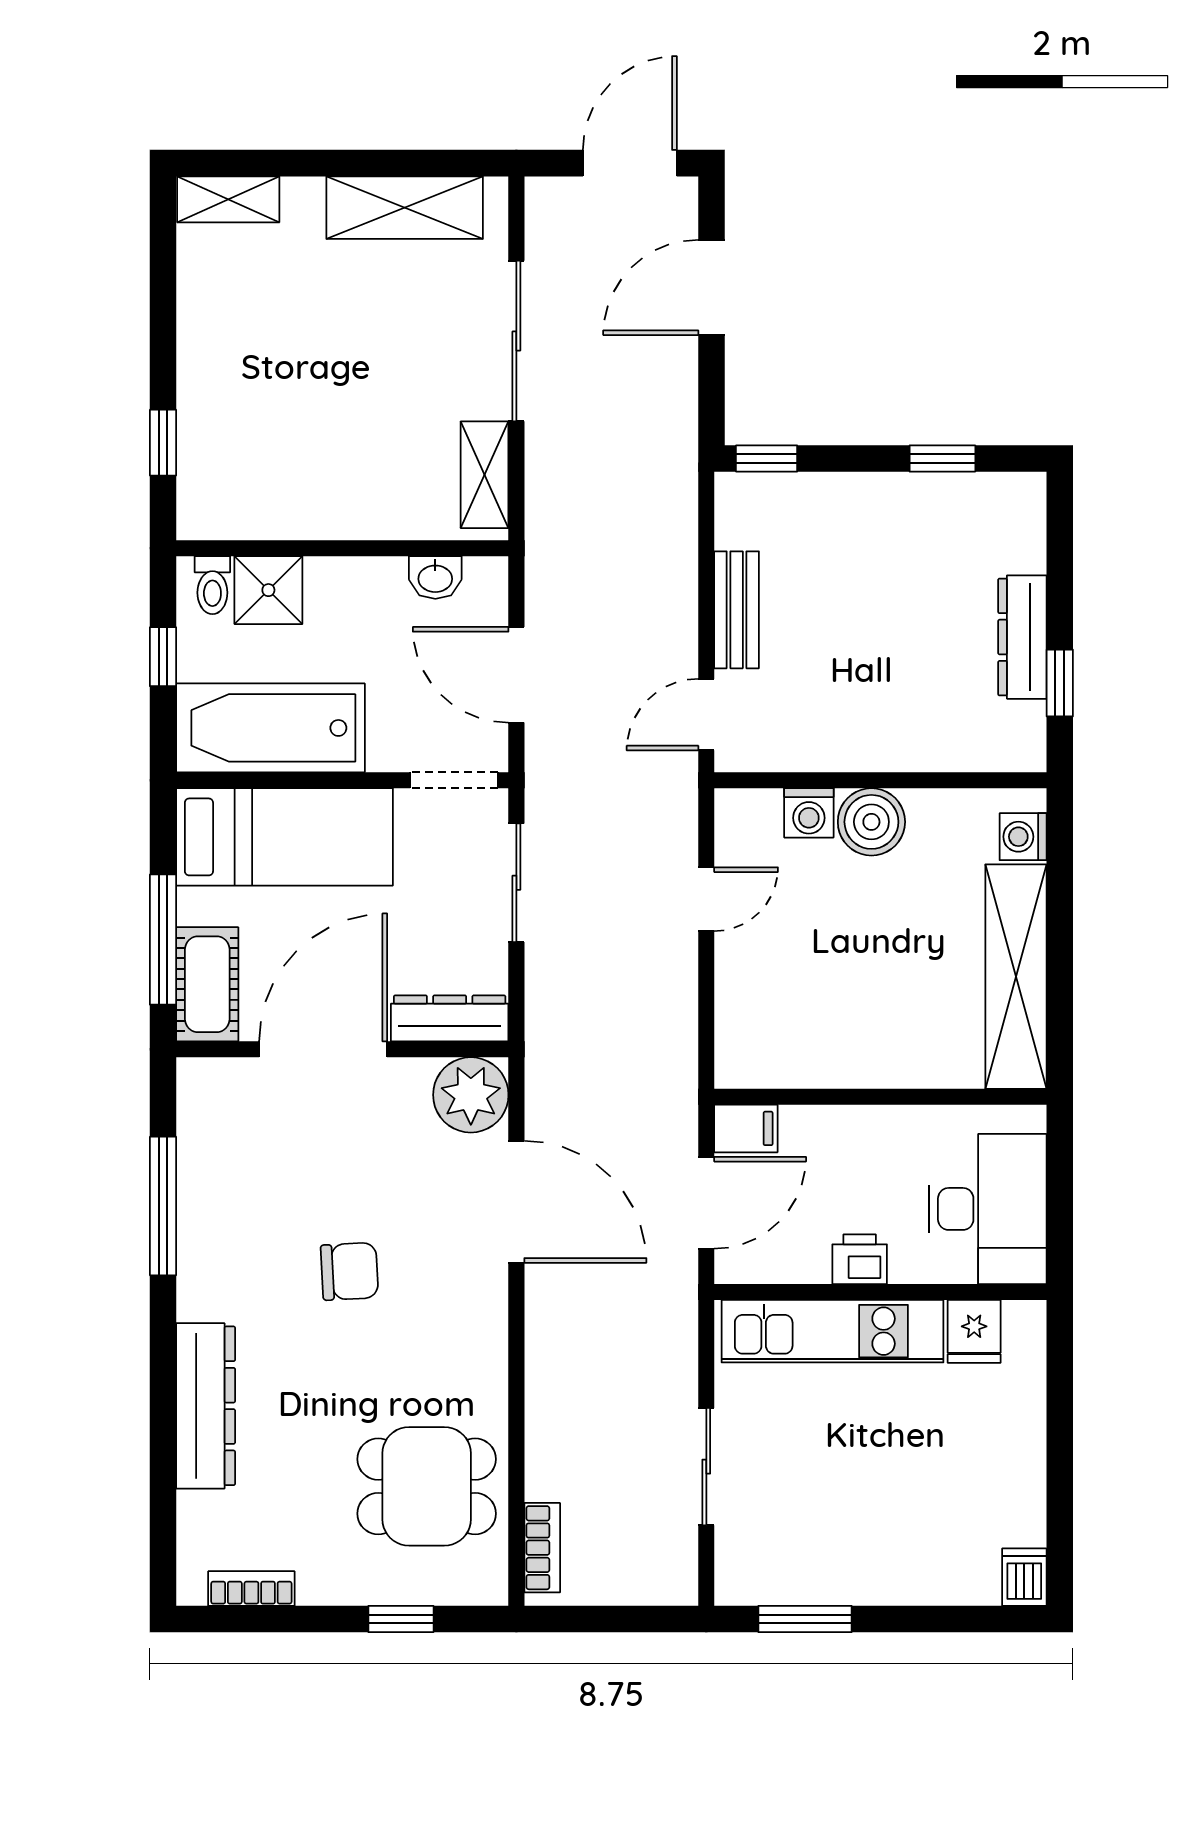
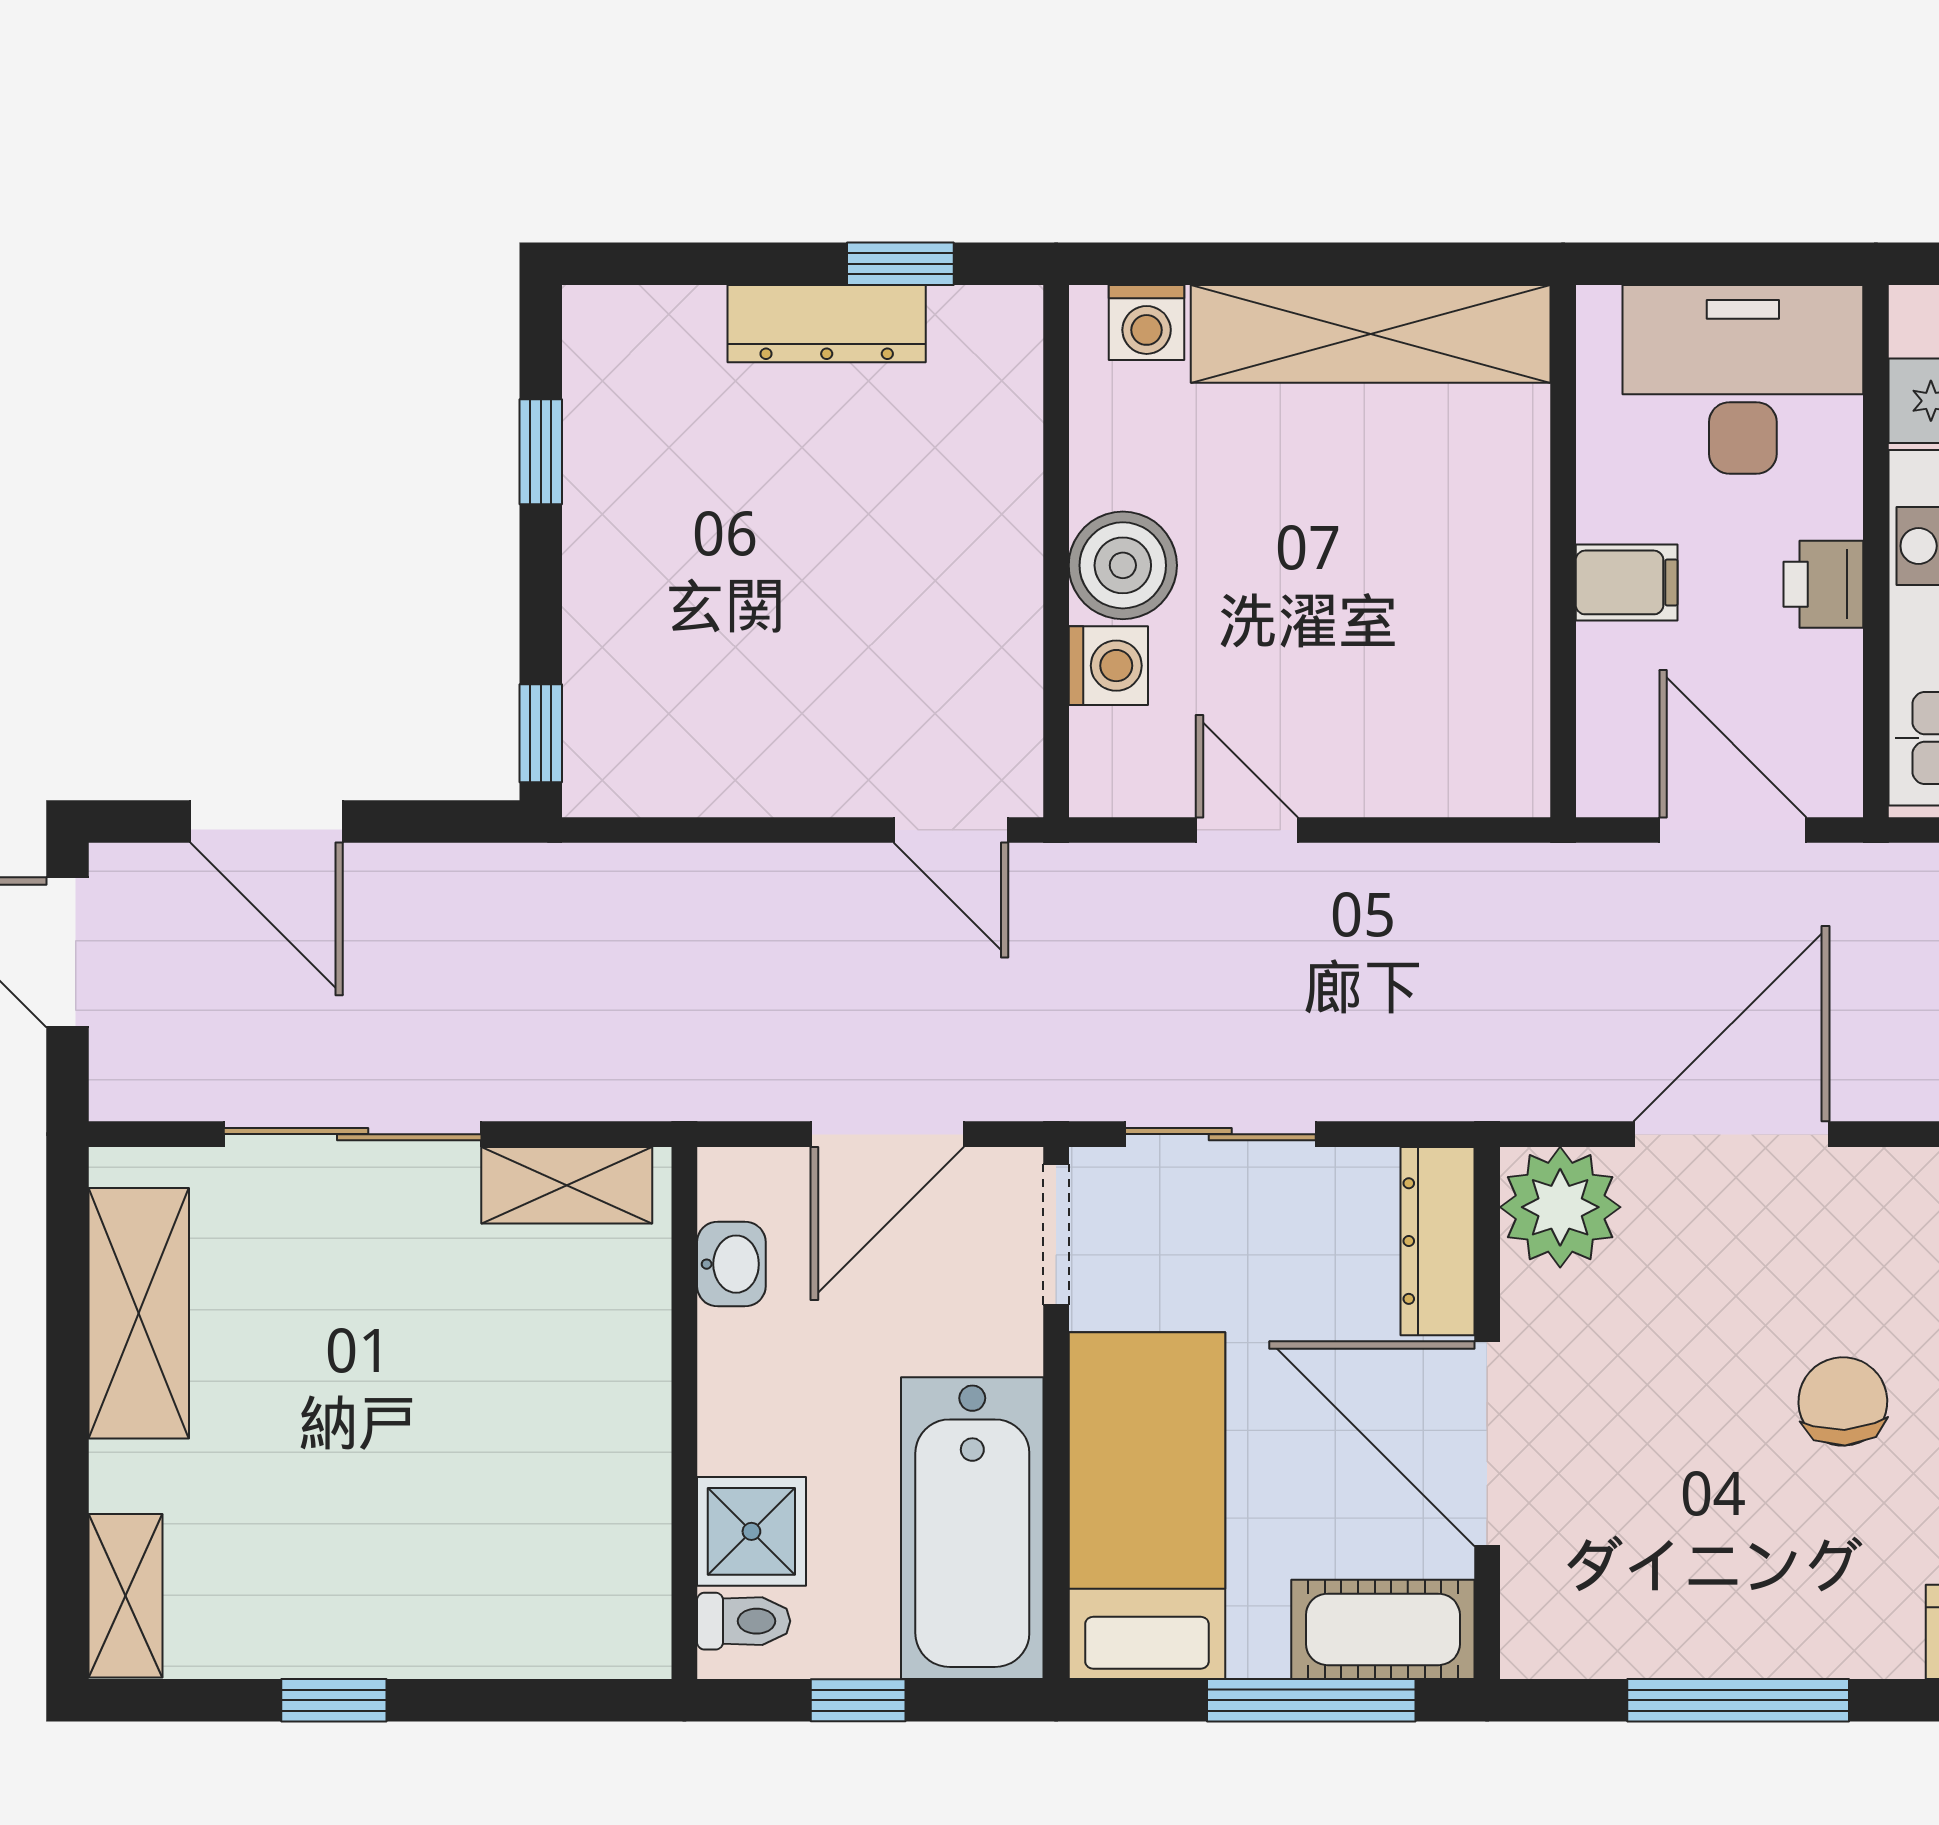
window: (163, 443) -> (334, 1700), moved
bench: (737, 610) -> (783, 781), removed
filing cabinet: (746, 1128) -> (1627, 582), moved, turned 90

